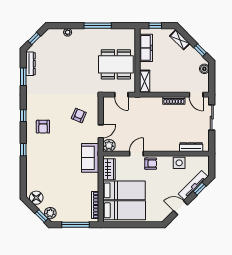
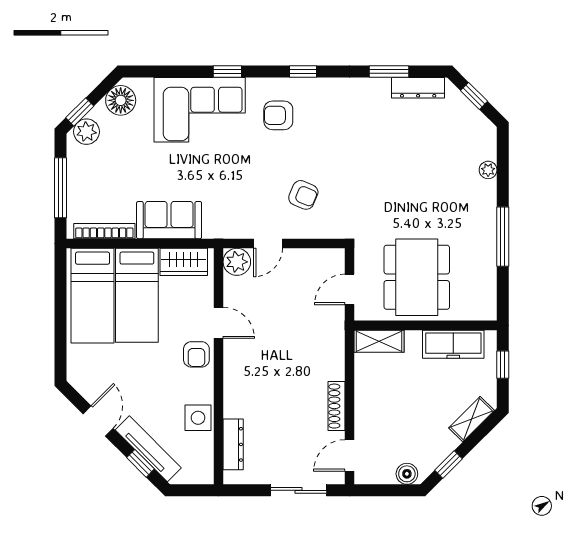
door: (101, 131) -> (268, 244), hinge flipped
sofa: (90, 158) -> (169, 220), moved
corner sofa: (40, 162) -> (200, 110), added

